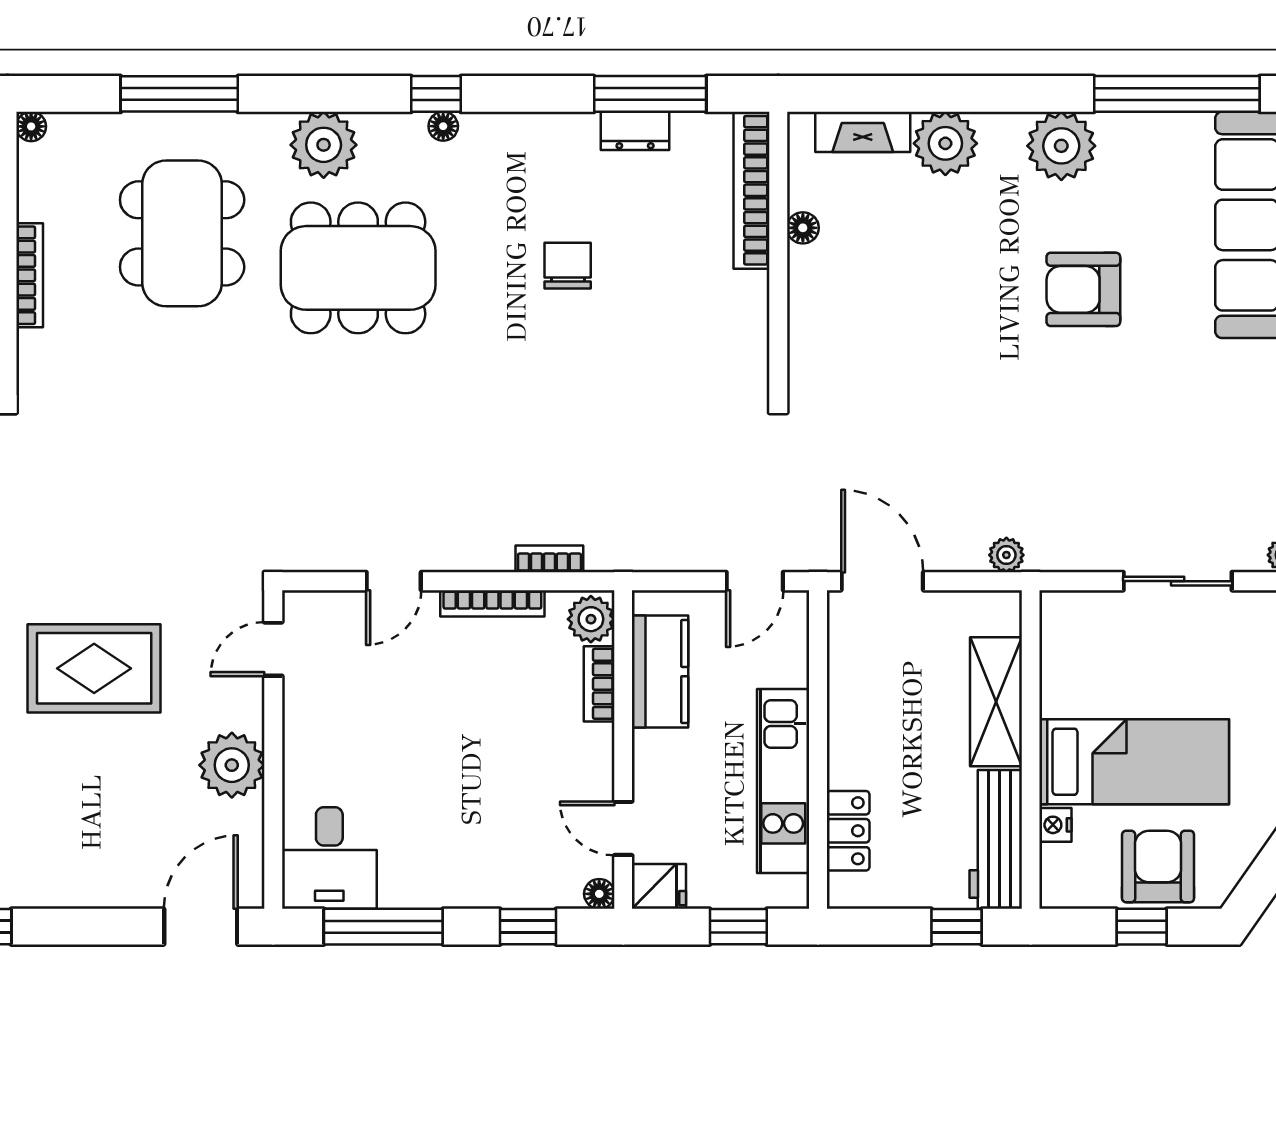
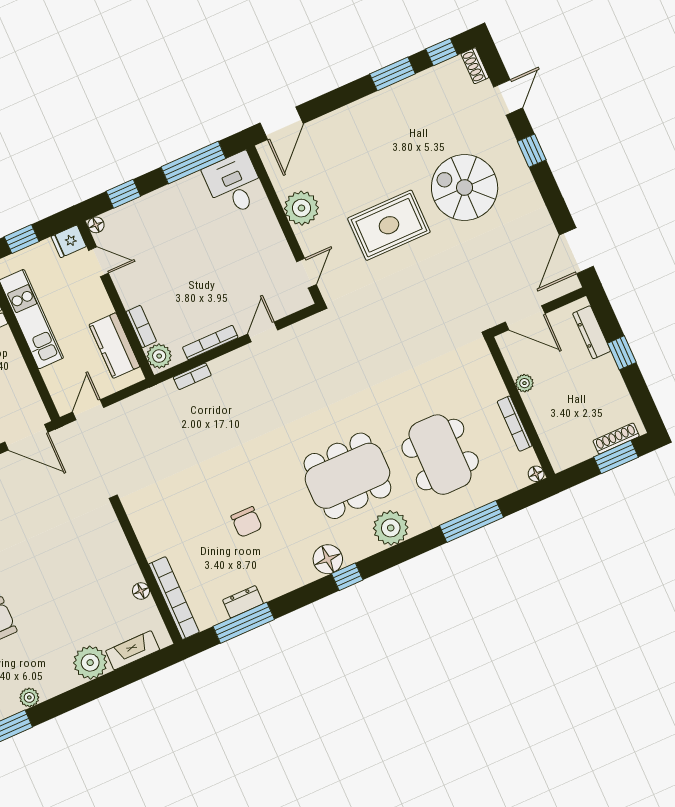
floor lamp: (443, 126) -> (328, 559), width x1.89, depth x1.89
plant: (1061, 146) -> (29, 697), width x0.53, depth x0.53
bookcase: (30, 275) -> (515, 424), moved

